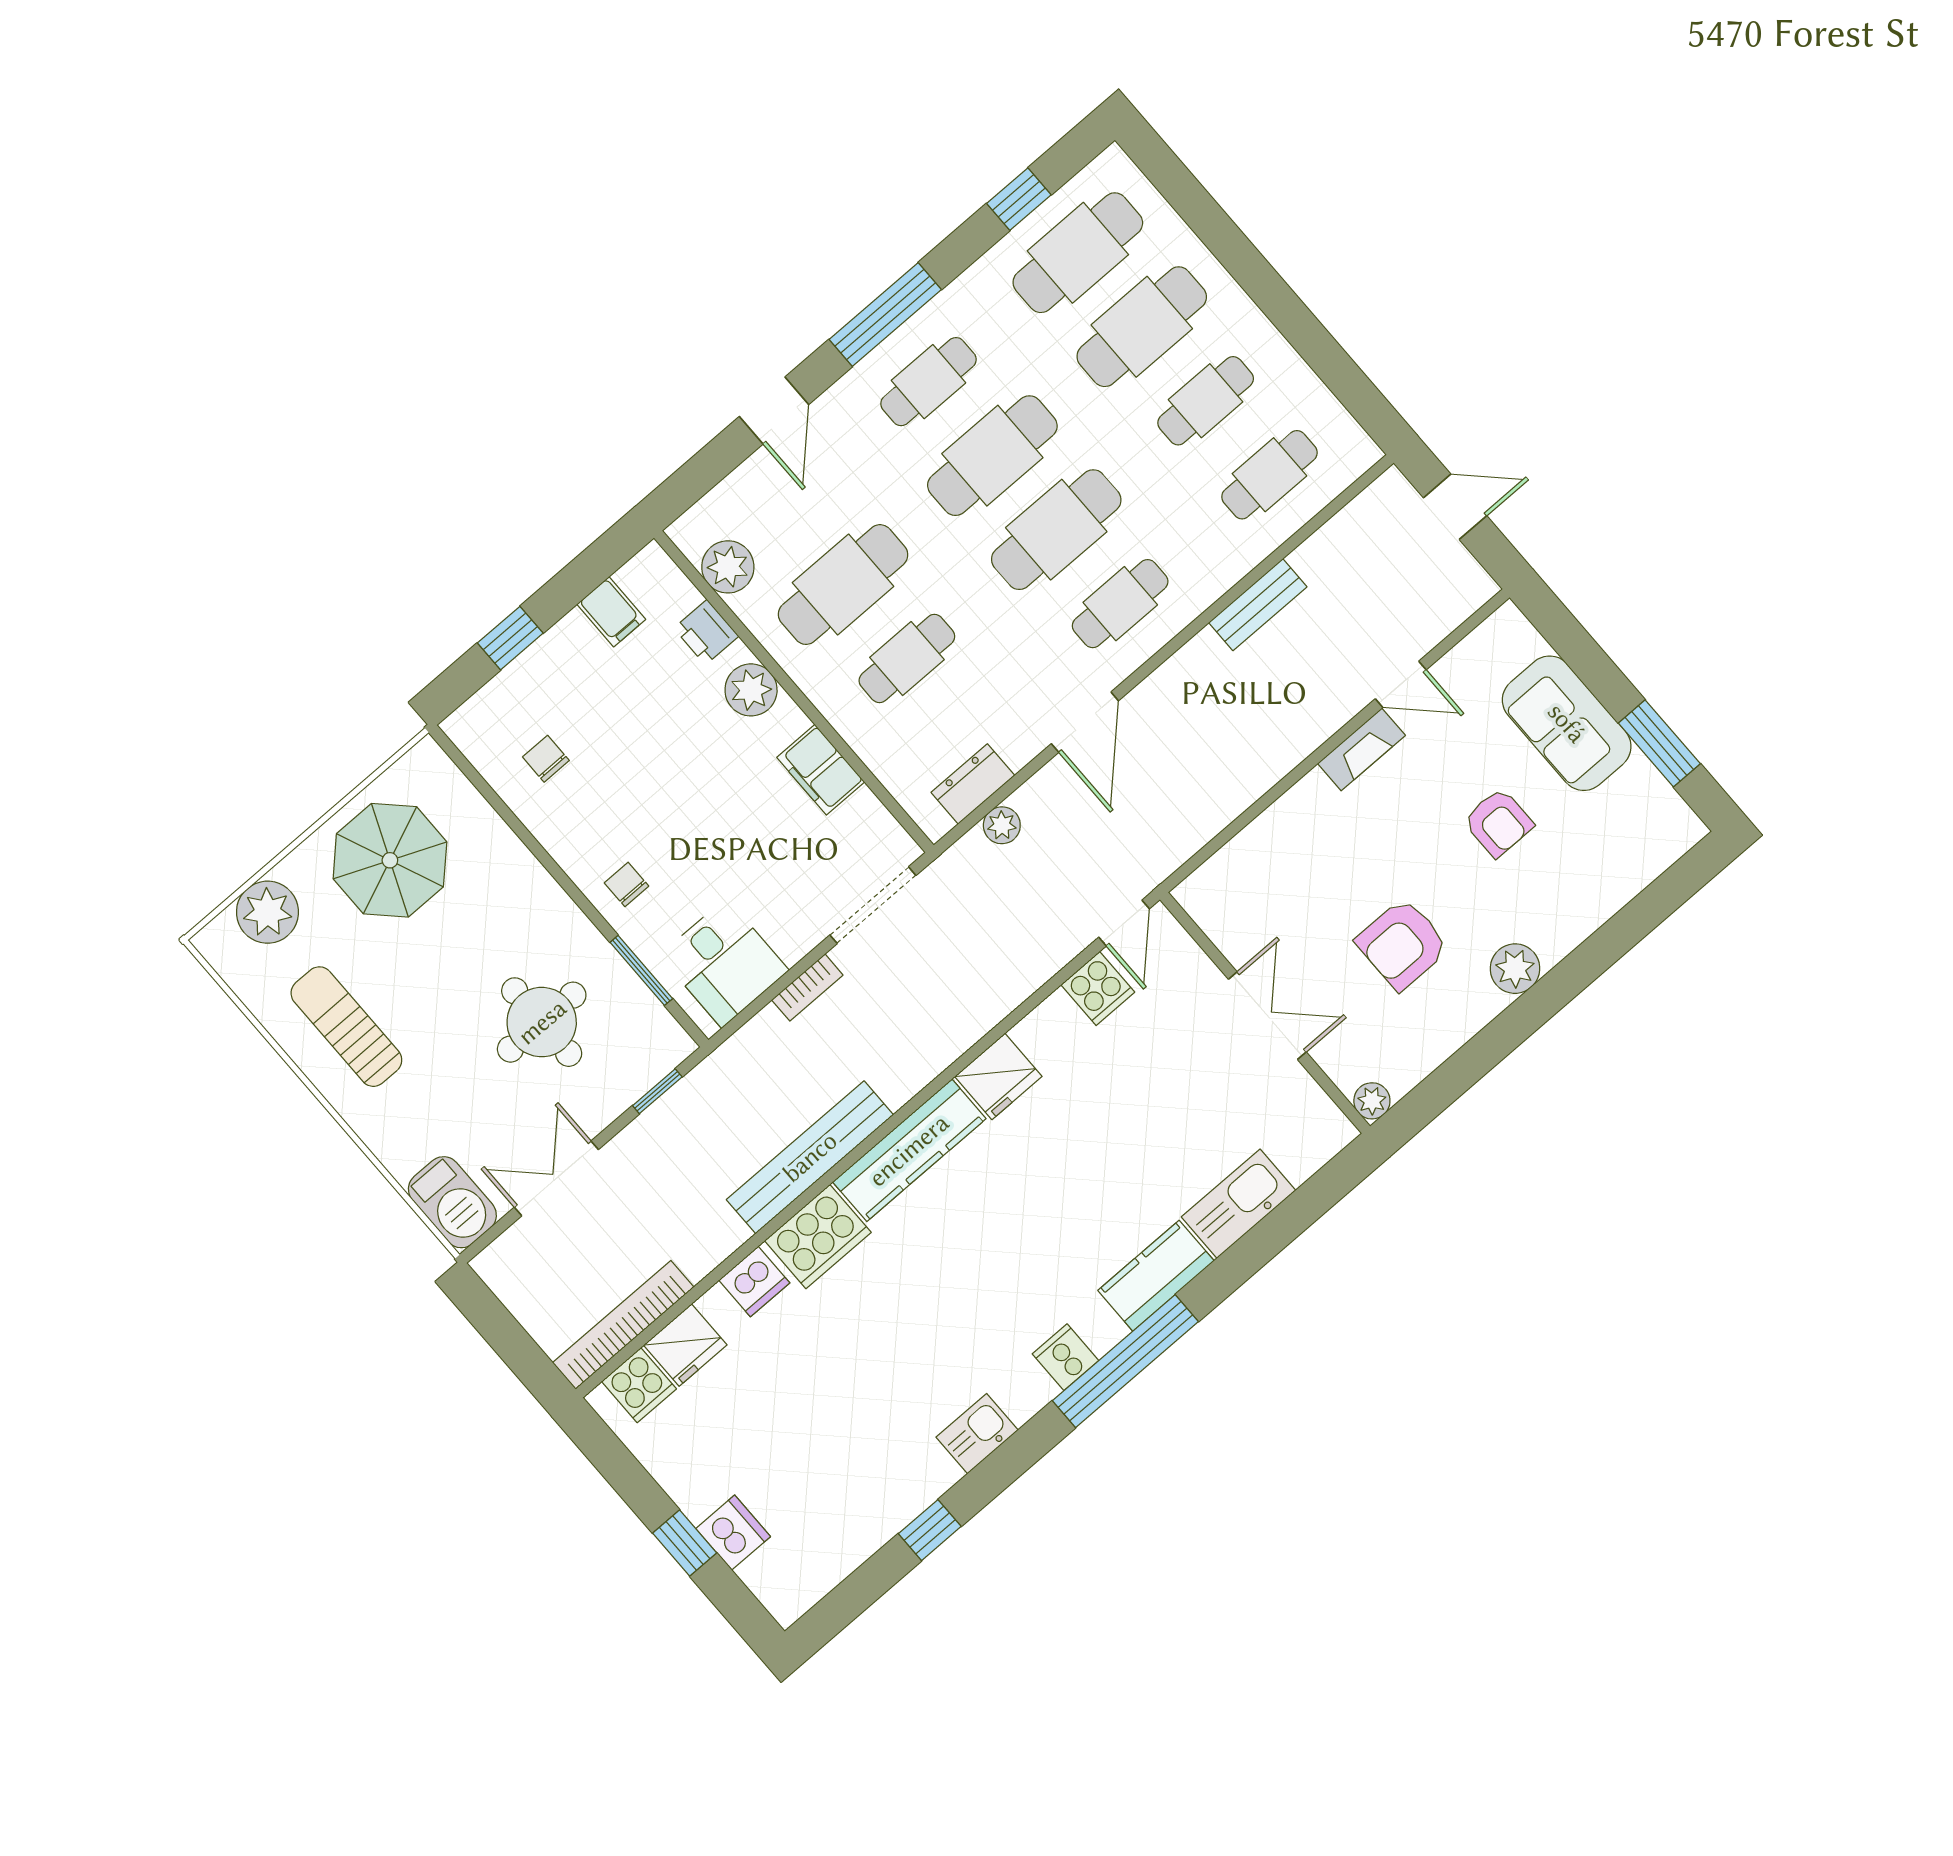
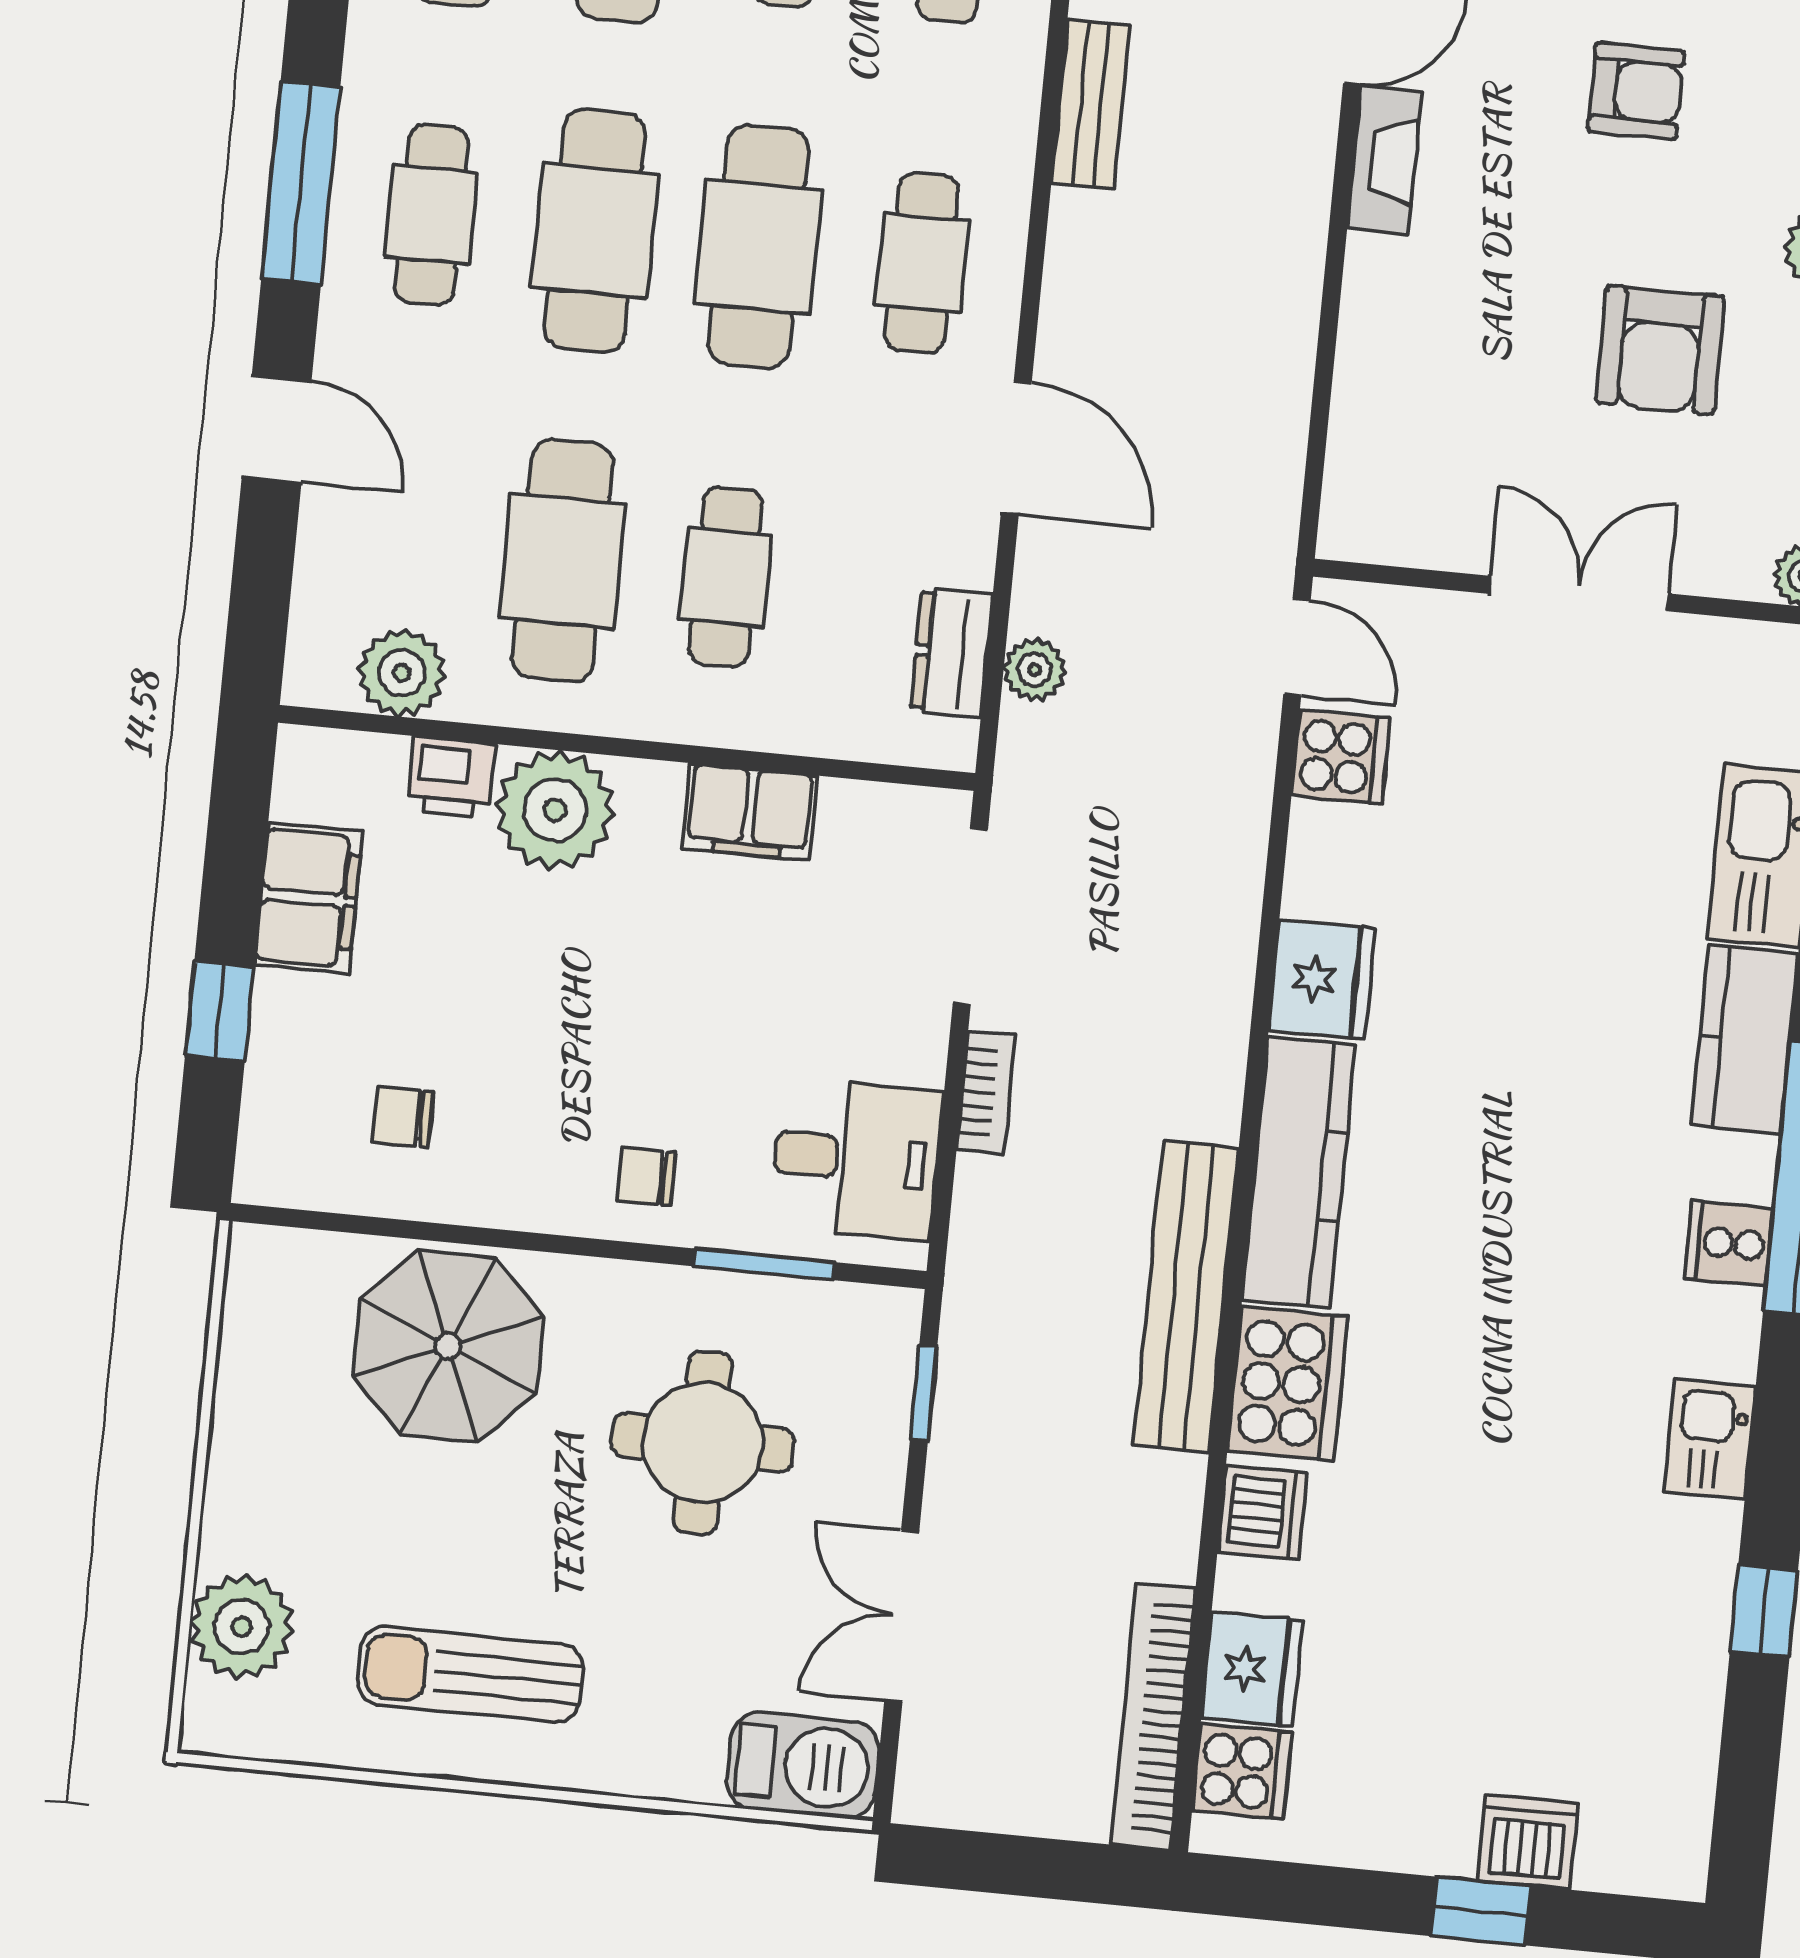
filing cabinet: (611, 612) -> (308, 898), width x2.00
plant: (751, 690) -> (555, 810), width x1.36, depth x1.36
parasol: (390, 860) -> (448, 1346), moved

